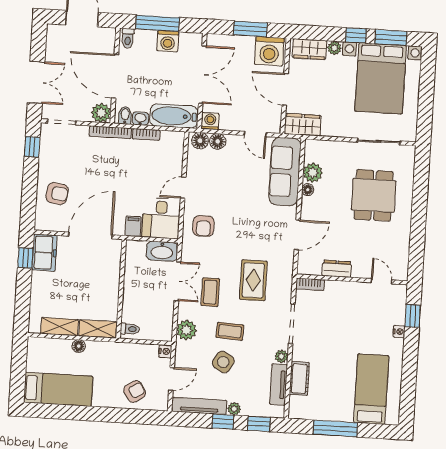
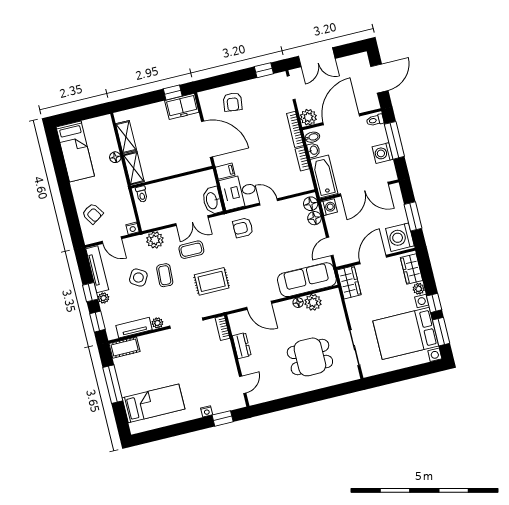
cot: (299, 379) -> (125, 348), moved

